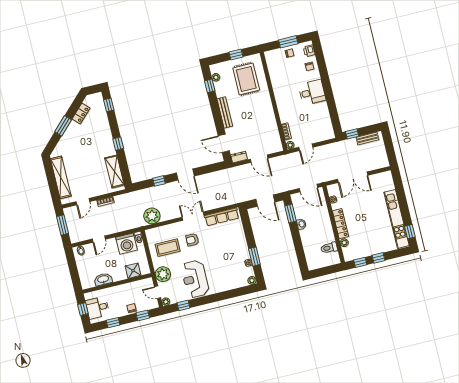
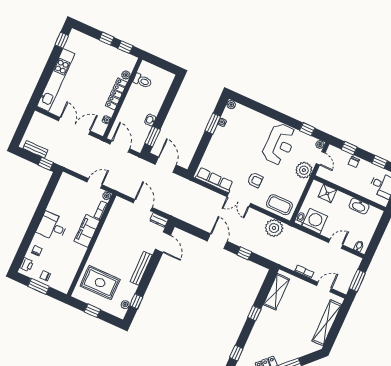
rug: (246, 79) -> (100, 283), turned 90
filing cabinet: (285, 109) -> (87, 231), added
kitchen unit: (396, 219) -> (56, 80), moved
coffee table: (168, 248) -> (280, 205), moved

